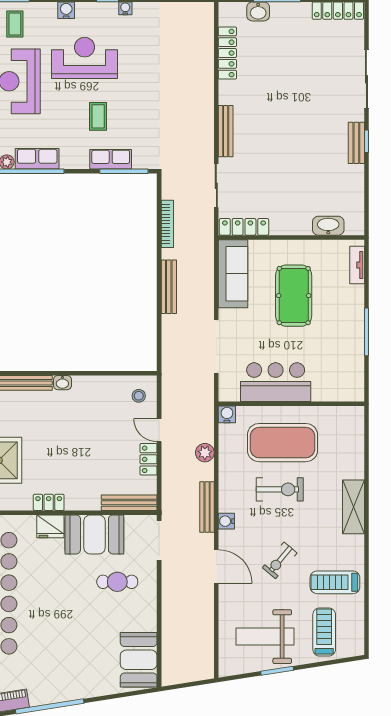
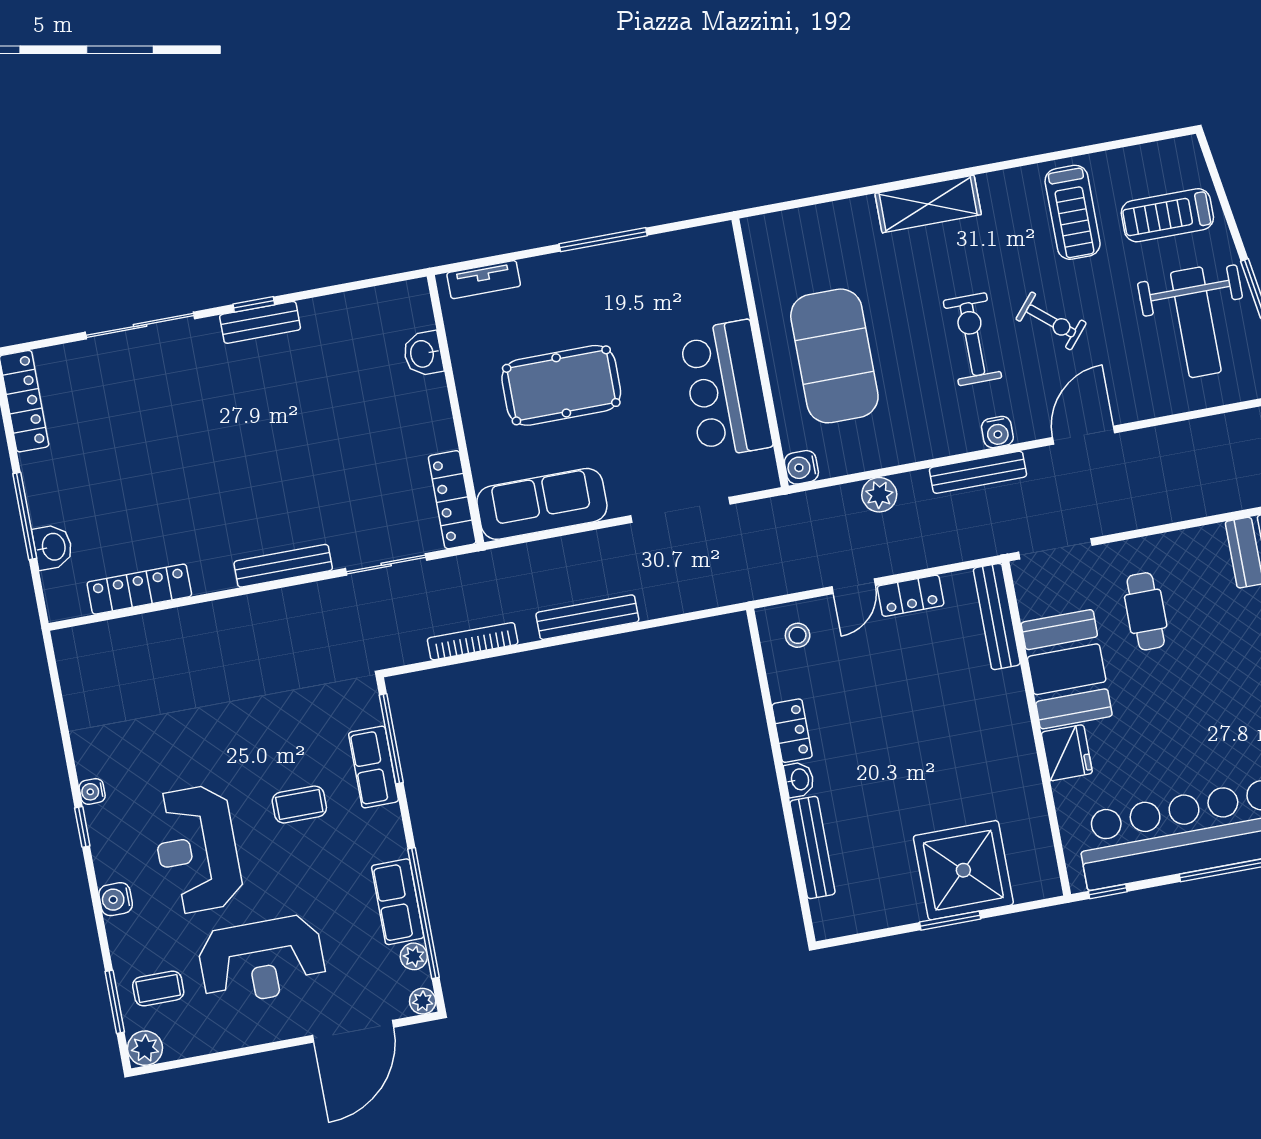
washbasin: (328, 226) -> (423, 354), width x0.72
exercise bike: (280, 489) -> (972, 339), moved
locker: (49, 502) -> (792, 731), moved, turned 180

